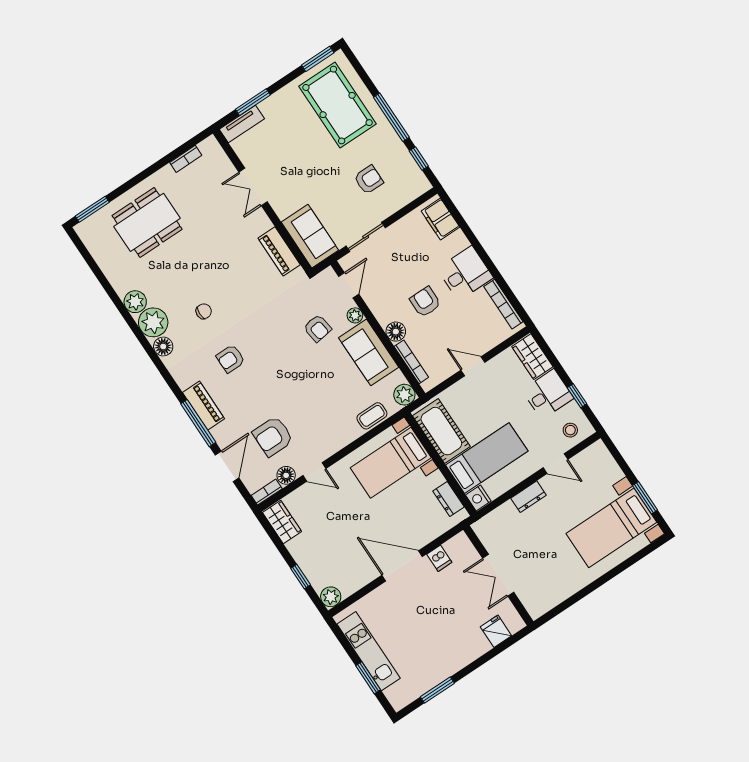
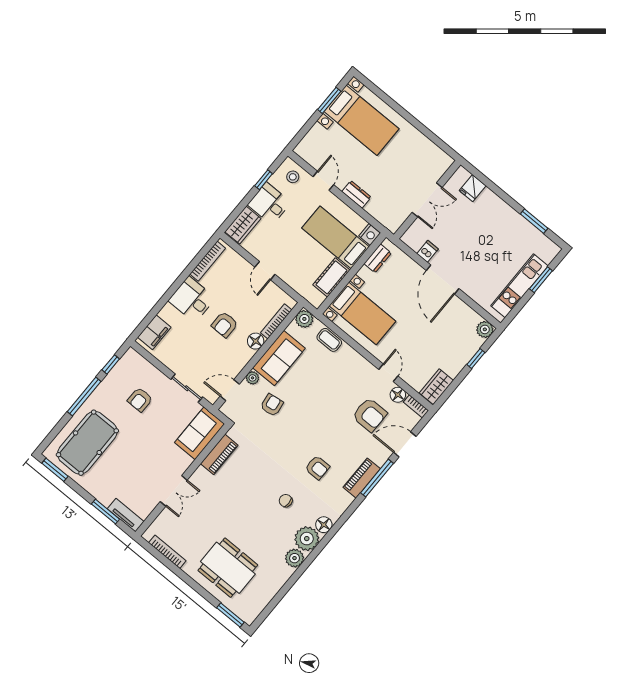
bookcase: (186, 159) -> (167, 552), width x1.56
armchair: (369, 180) -> (140, 400), turned -90
cot: (441, 431) -> (331, 277), width x0.73, depth x0.75

